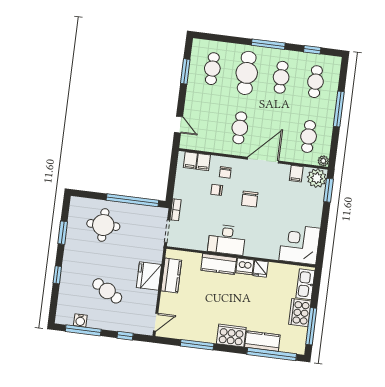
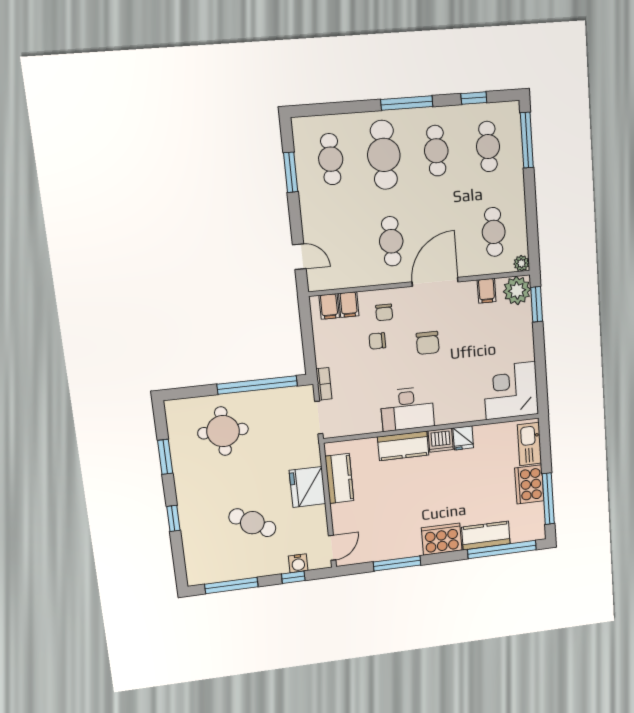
window: (339, 109) -> (527, 140), moved
water cooler: (80, 320) -> (298, 563), moved

